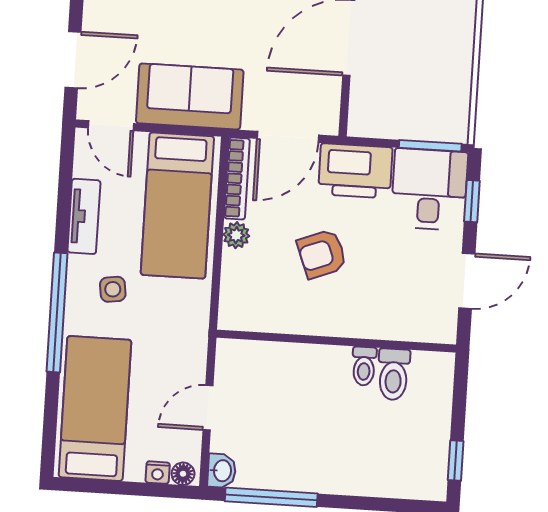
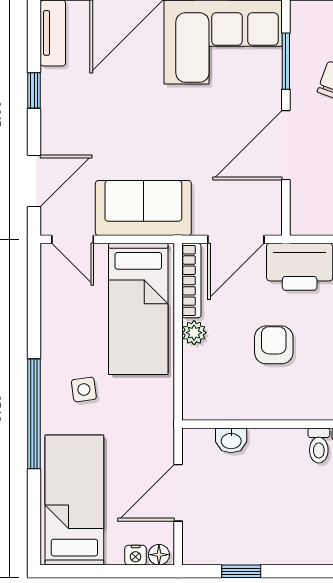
tv unit: (84, 216) -> (53, 324), removed
armchair: (322, 254) -> (274, 345), turned 111
door: (208, 408) -> (178, 493), width x1.38
washbasin: (222, 471) -> (231, 440), moved, turned 90
window: (271, 497) -> (241, 571), width x0.46

